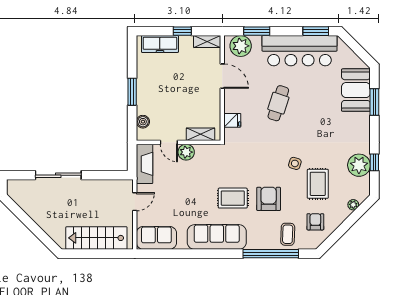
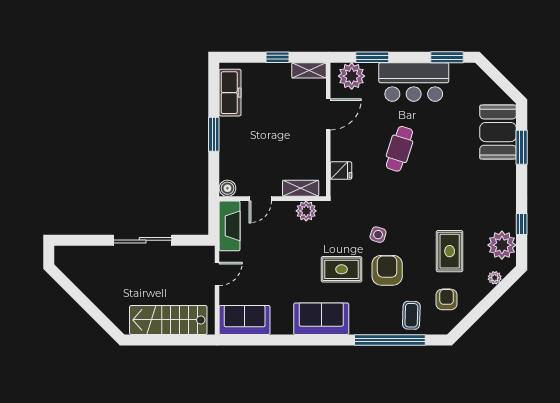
freezer: (160, 44) -> (230, 93), moved, turned -90
bar counter: (299, 51) -> (414, 82), width x0.73
door: (222, 76) -> (328, 114), hinge flipped
boiler: (143, 122) -> (227, 188), moved
door: (169, 142) -> (260, 199), hinge flipped
plant: (186, 152) -> (306, 211), moved
side table: (295, 163) -> (378, 235), moved
plant: (359, 165) -> (502, 245), moved
sliding door: (58, 175) -> (143, 240), moved
sofa: (217, 237) -> (321, 319), width x0.73

